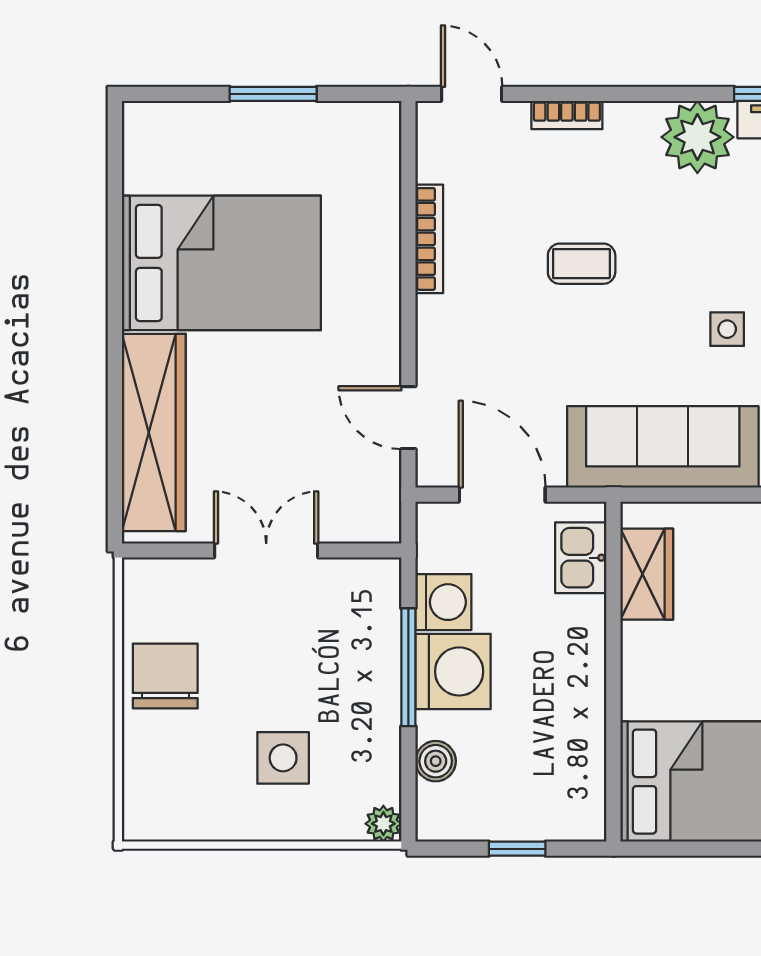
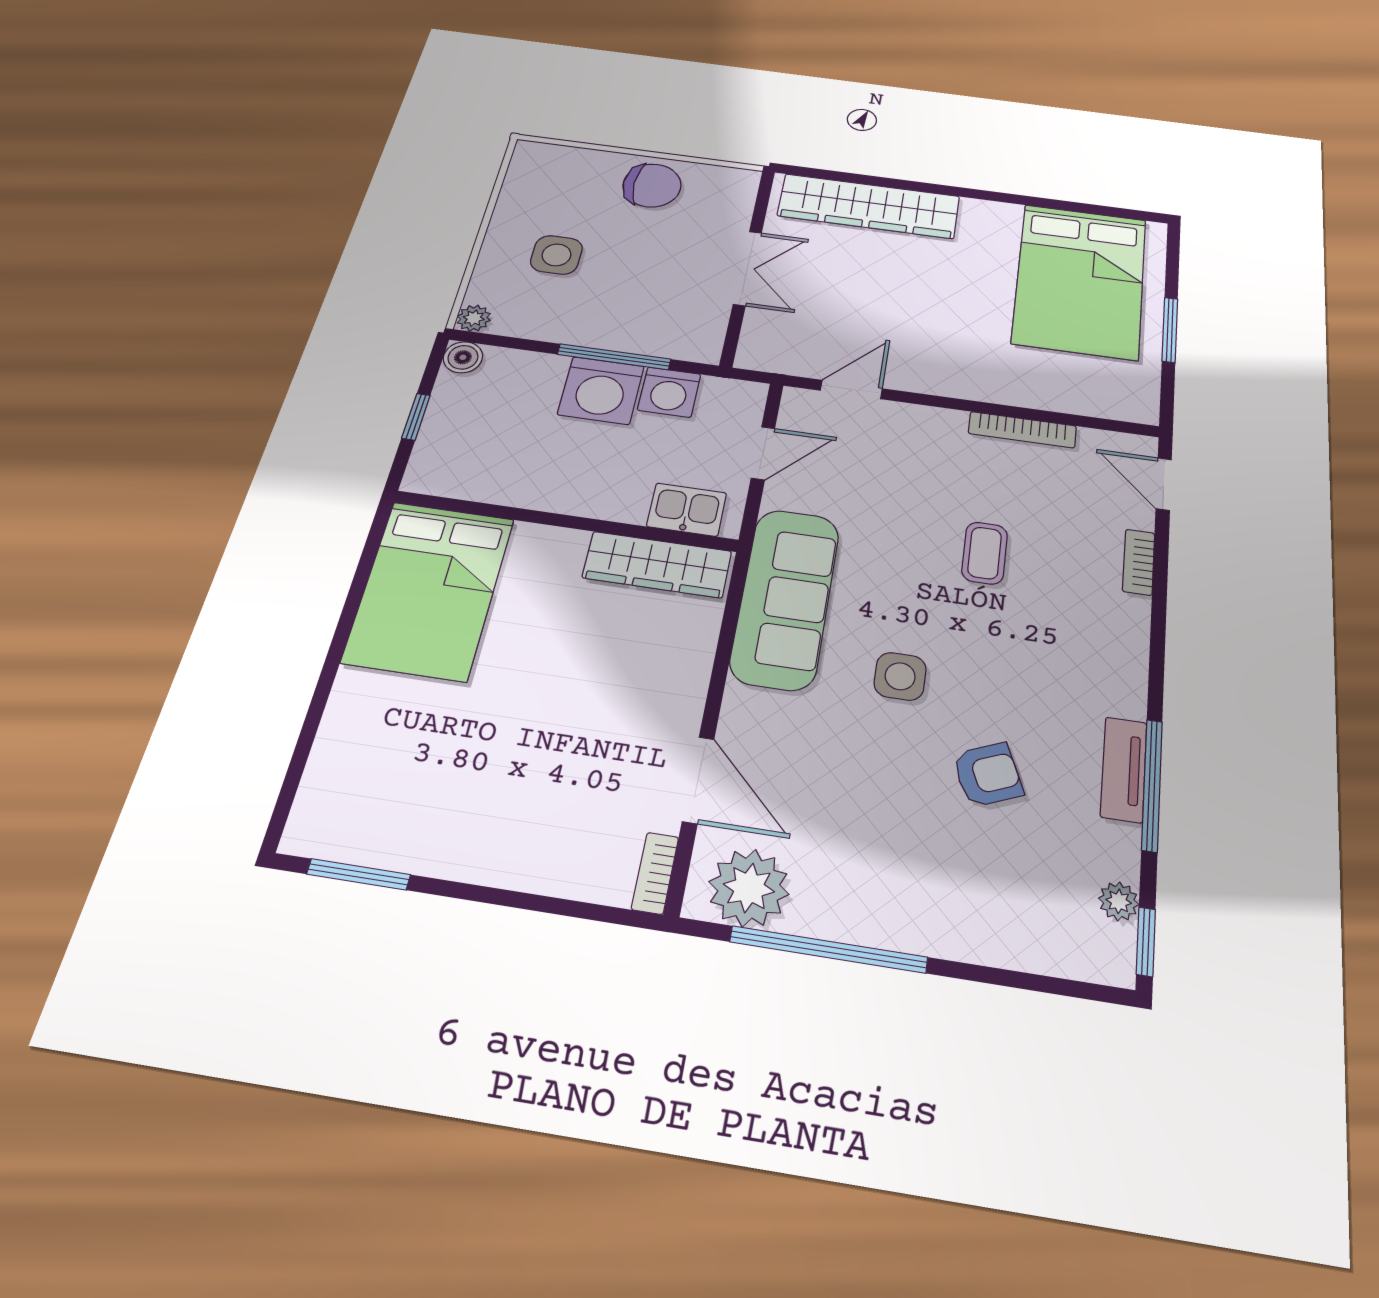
door: (472, 94) -> (1164, 484), swing flipped
plant: (697, 137) -> (1109, 679), removed
bed: (221, 263) -> (1080, 281), moved
side table: (727, 329) -> (900, 676), width x1.37, depth x1.37
door: (502, 495) -> (763, 453), width x0.73
wardrobe: (647, 574) -> (657, 565), width x1.50
boiler: (436, 761) -> (463, 357), moved

